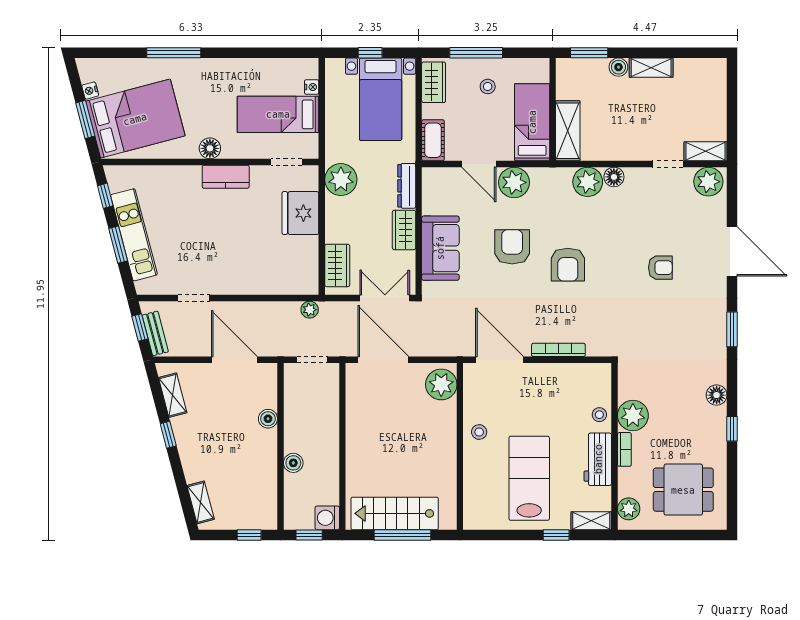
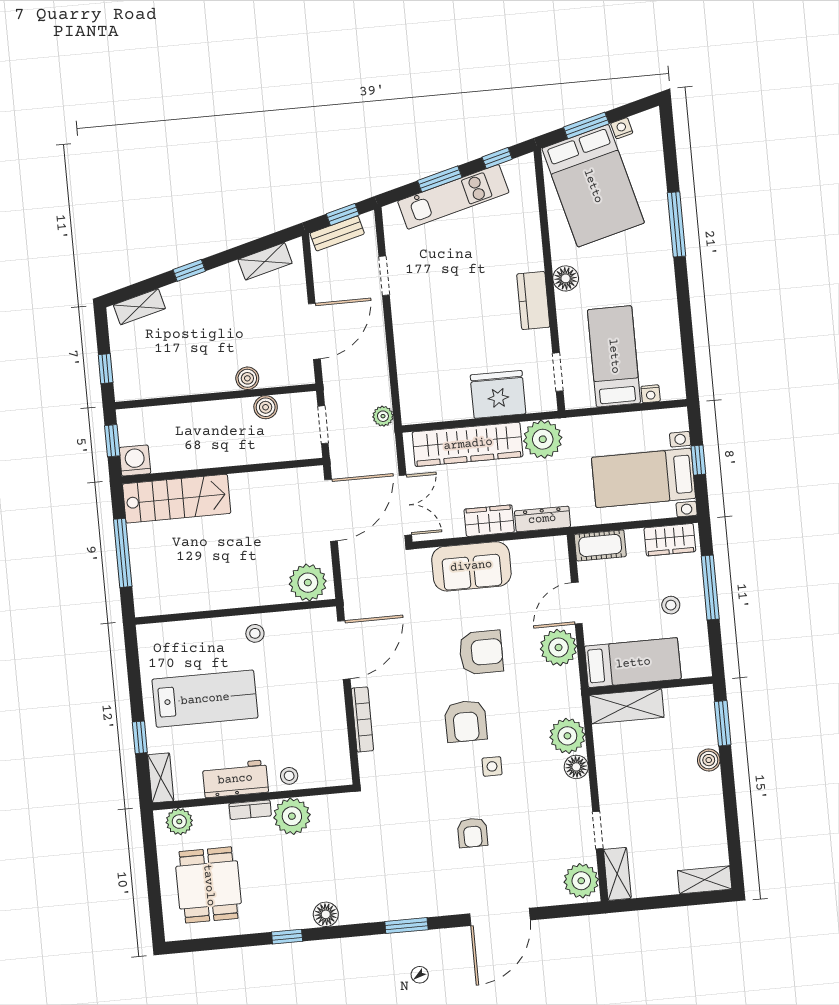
shelving: (651, 68) -> (705, 880), moved, turned 90
side table: (607, 246) -> (492, 766), added
wardrobe: (337, 265) -> (468, 444), width x2.10, depth x1.17
armchair: (568, 265) -> (466, 721), turned -90
window: (168, 435) -> (189, 270), moved
boiler: (293, 463) -> (266, 407), moved
stairs: (395, 513) -> (177, 499), moved, turned 90

